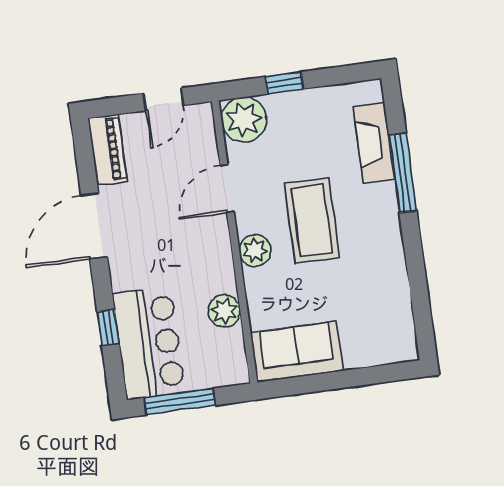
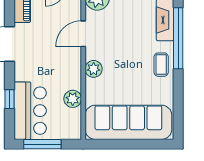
window: (403, 173) -> (178, 38), width x1.46
coffee table: (312, 220) -> (161, 65), moved, width x0.54, depth x0.58
sofa: (297, 352) -> (128, 122), width x1.85, depth x1.27

